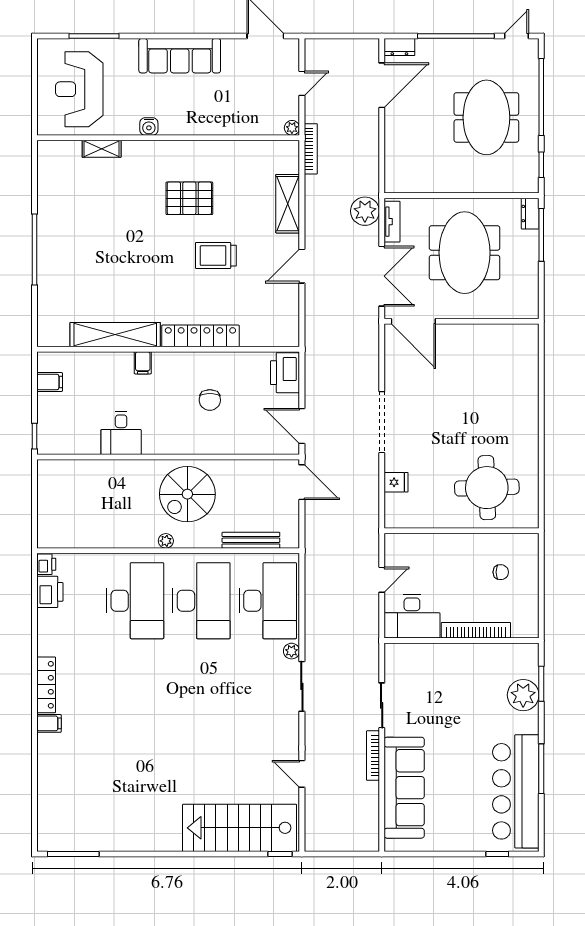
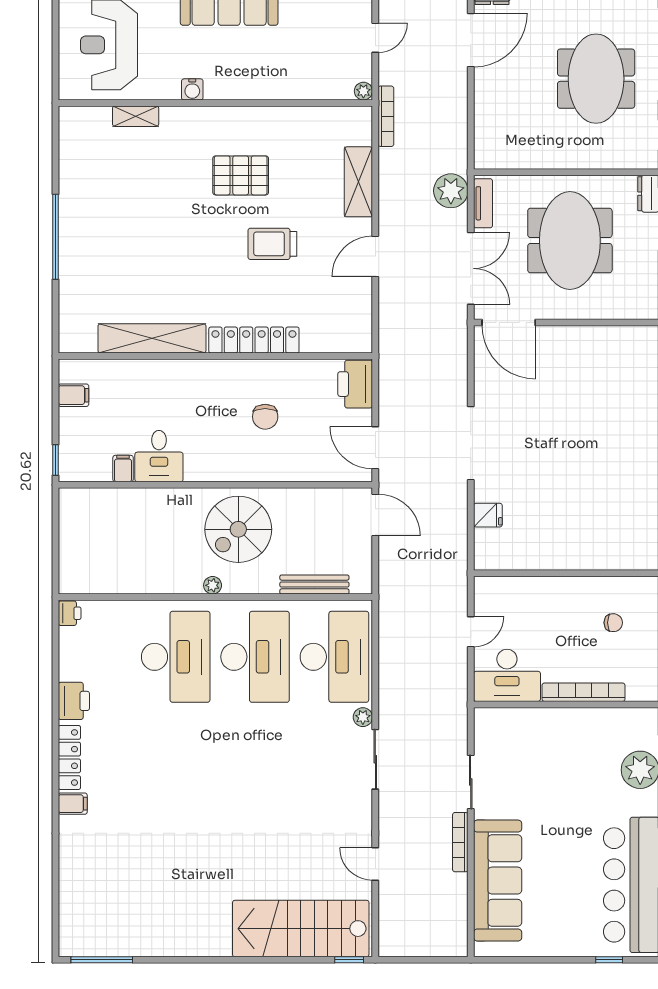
filing cabinet: (143, 363) -> (123, 469), moved, turned 180
round table: (487, 488) -> (597, 521), removed
printer: (50, 592) -> (74, 701), moved

